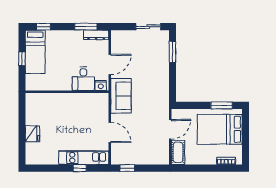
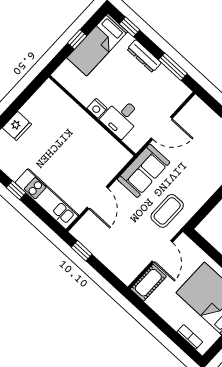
dresser: (96, 35) -> (144, 56), moved
nightstand: (101, 85) -> (97, 108), moved
coffee table: (153, 105) -> (167, 211), added
door: (170, 129) -> (162, 252), hinge flipped
window: (80, 168) -> (16, 190), moved

